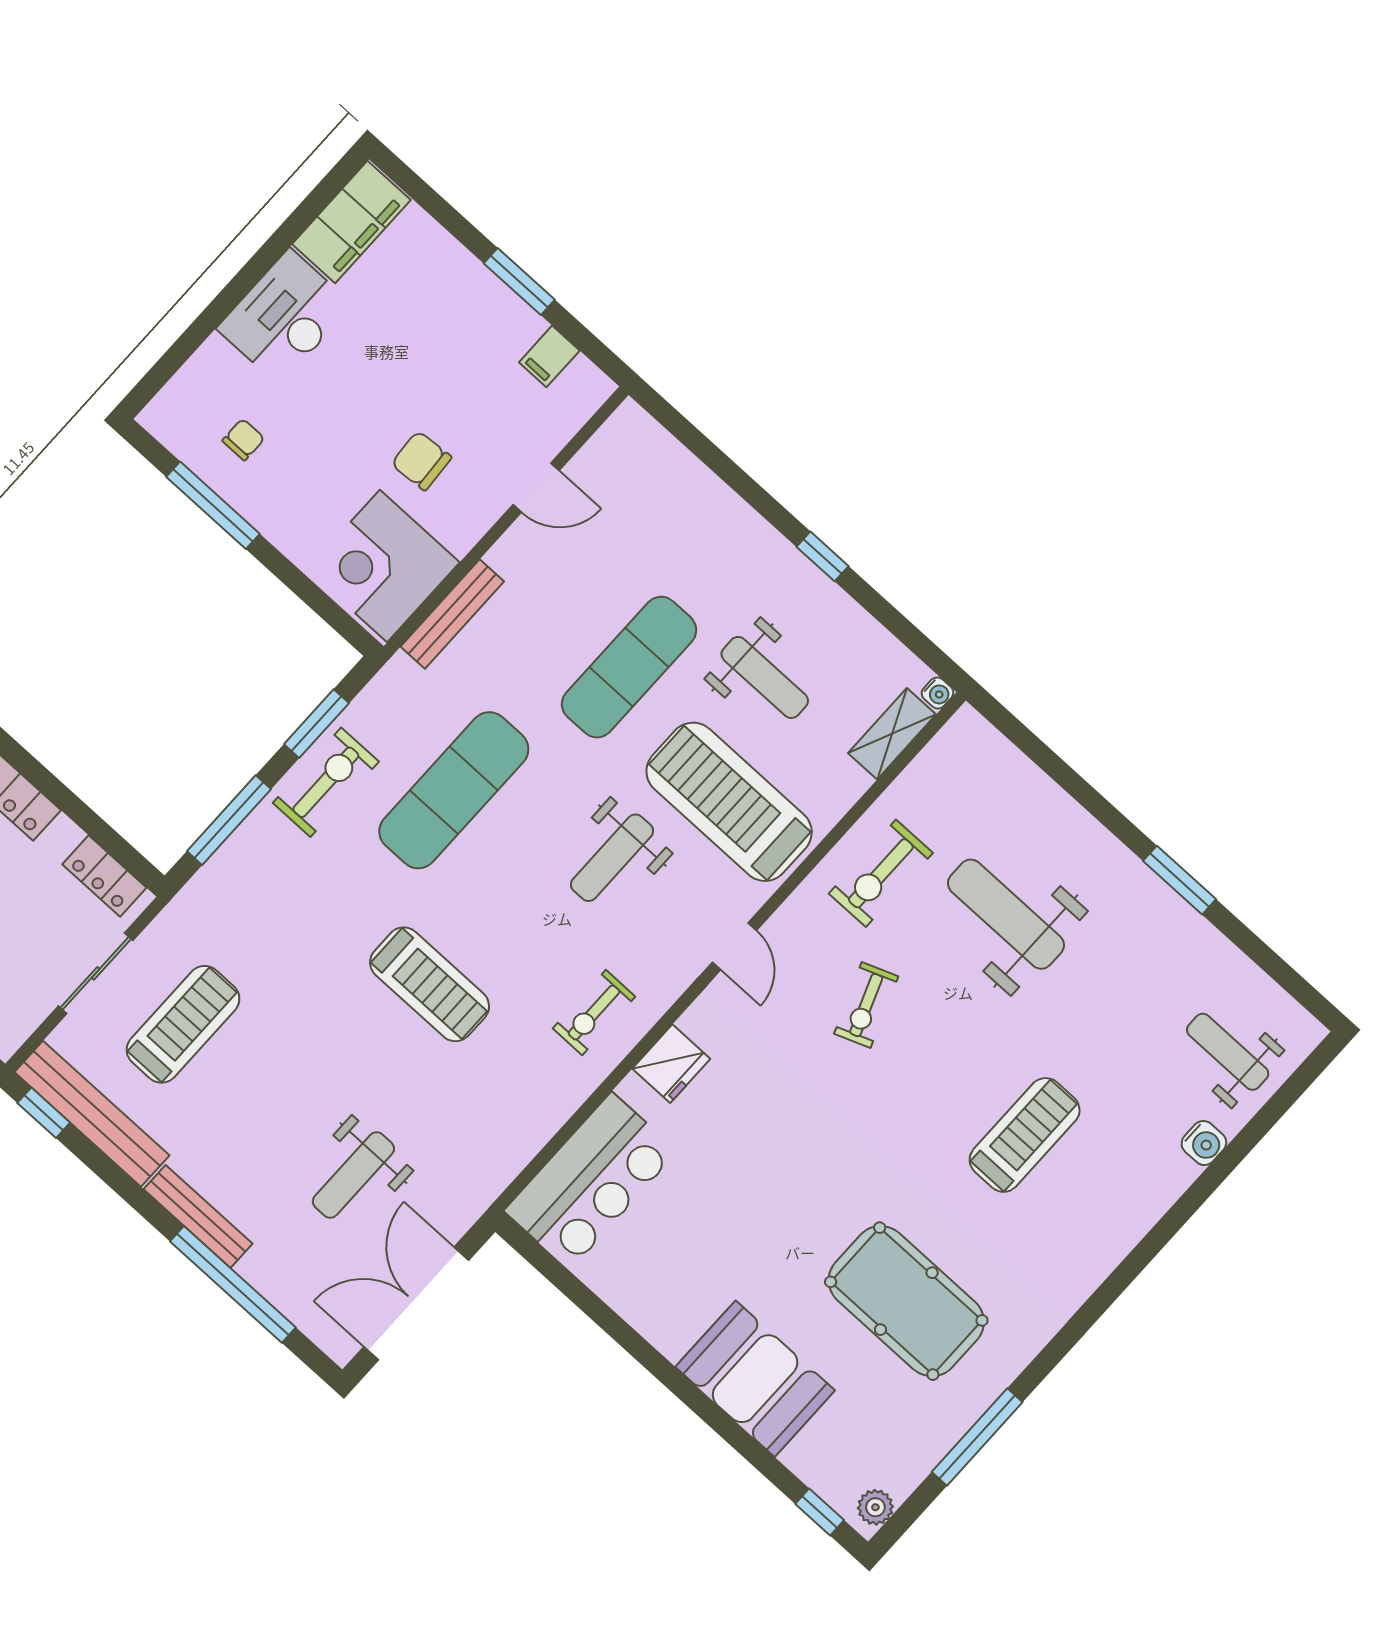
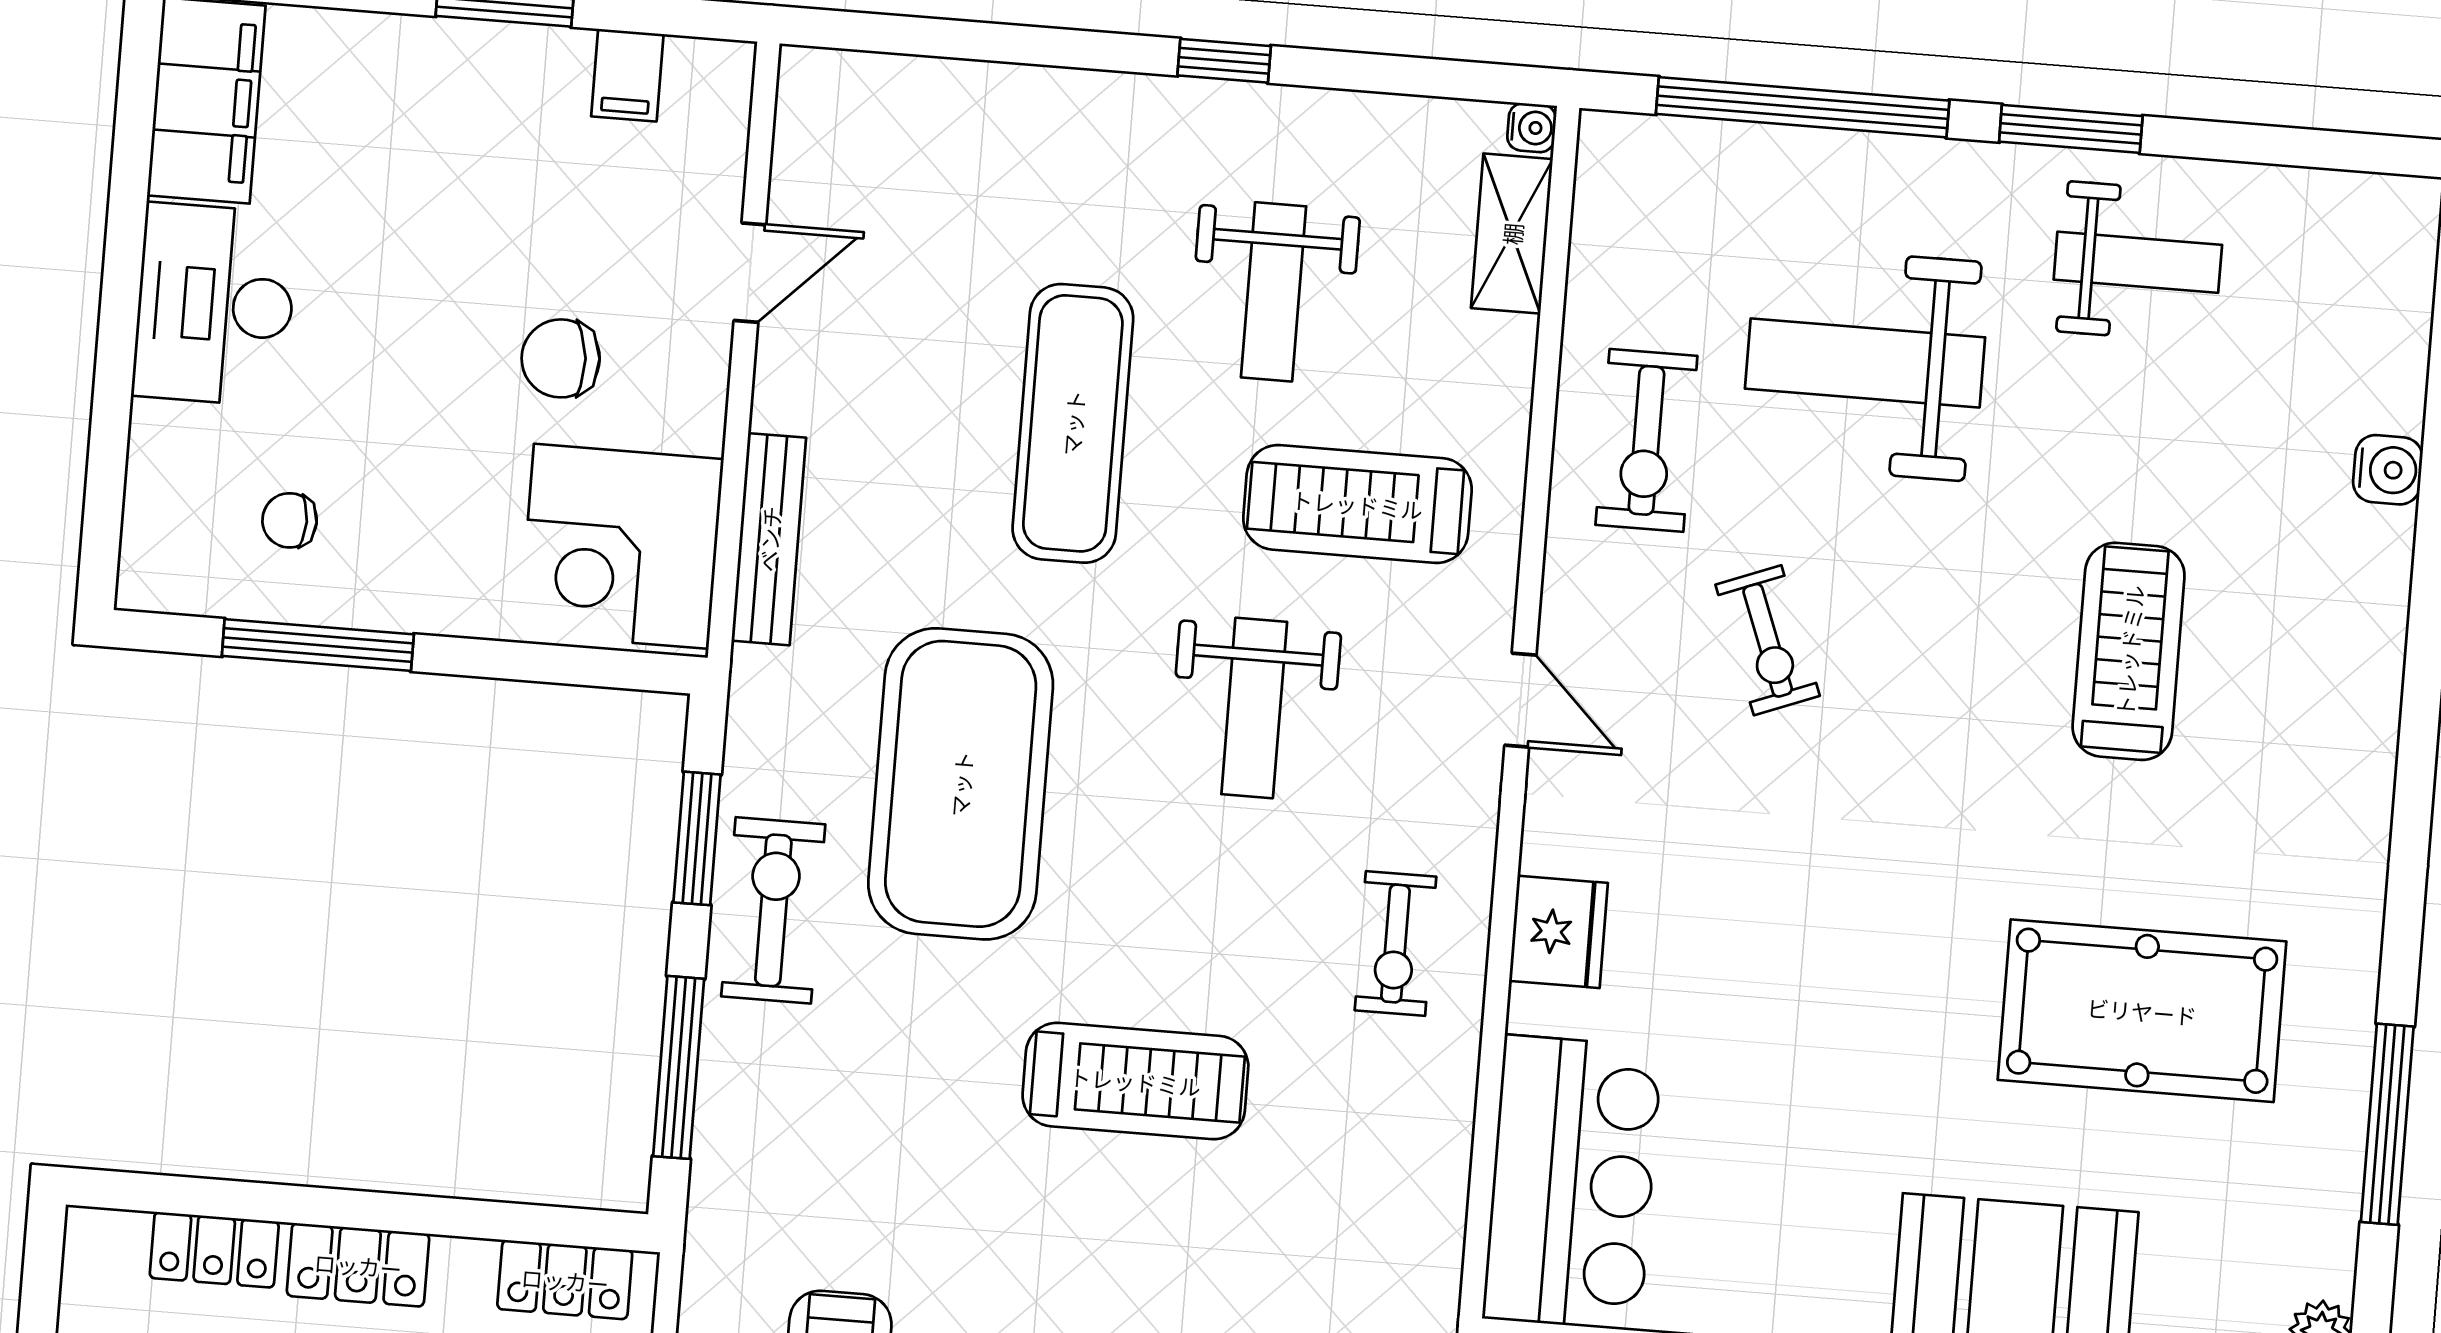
chair: (243, 440) -> (290, 520), turned -90
weight bench: (765, 677) -> (1274, 292), turned 90
window: (1066, 778) -> (1803, 107), added
exercise mat: (454, 790) -> (961, 784), width x1.47
treadmill: (729, 802) -> (1357, 504), width x0.73, depth x0.73
weight bench: (1228, 1052) -> (2138, 262), moved, turned 180

